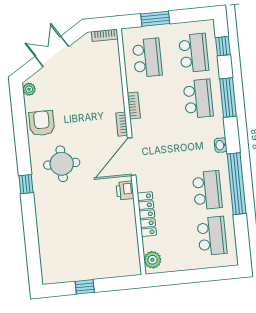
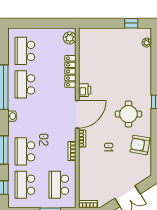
plant: (29, 89) -> (147, 43), moved
armchair: (42, 123) -> (140, 145), turned 100
window: (85, 287) -> (131, 23), moved

